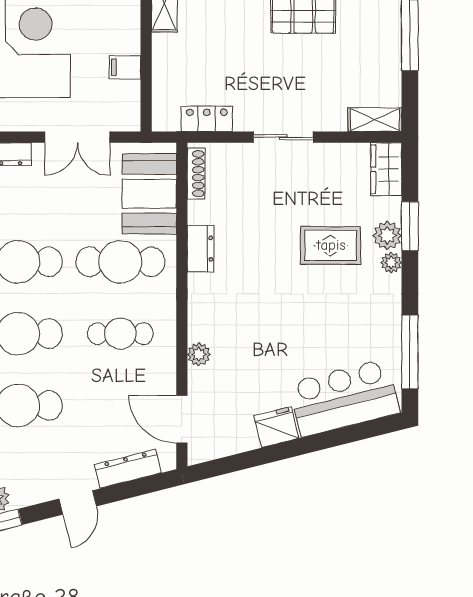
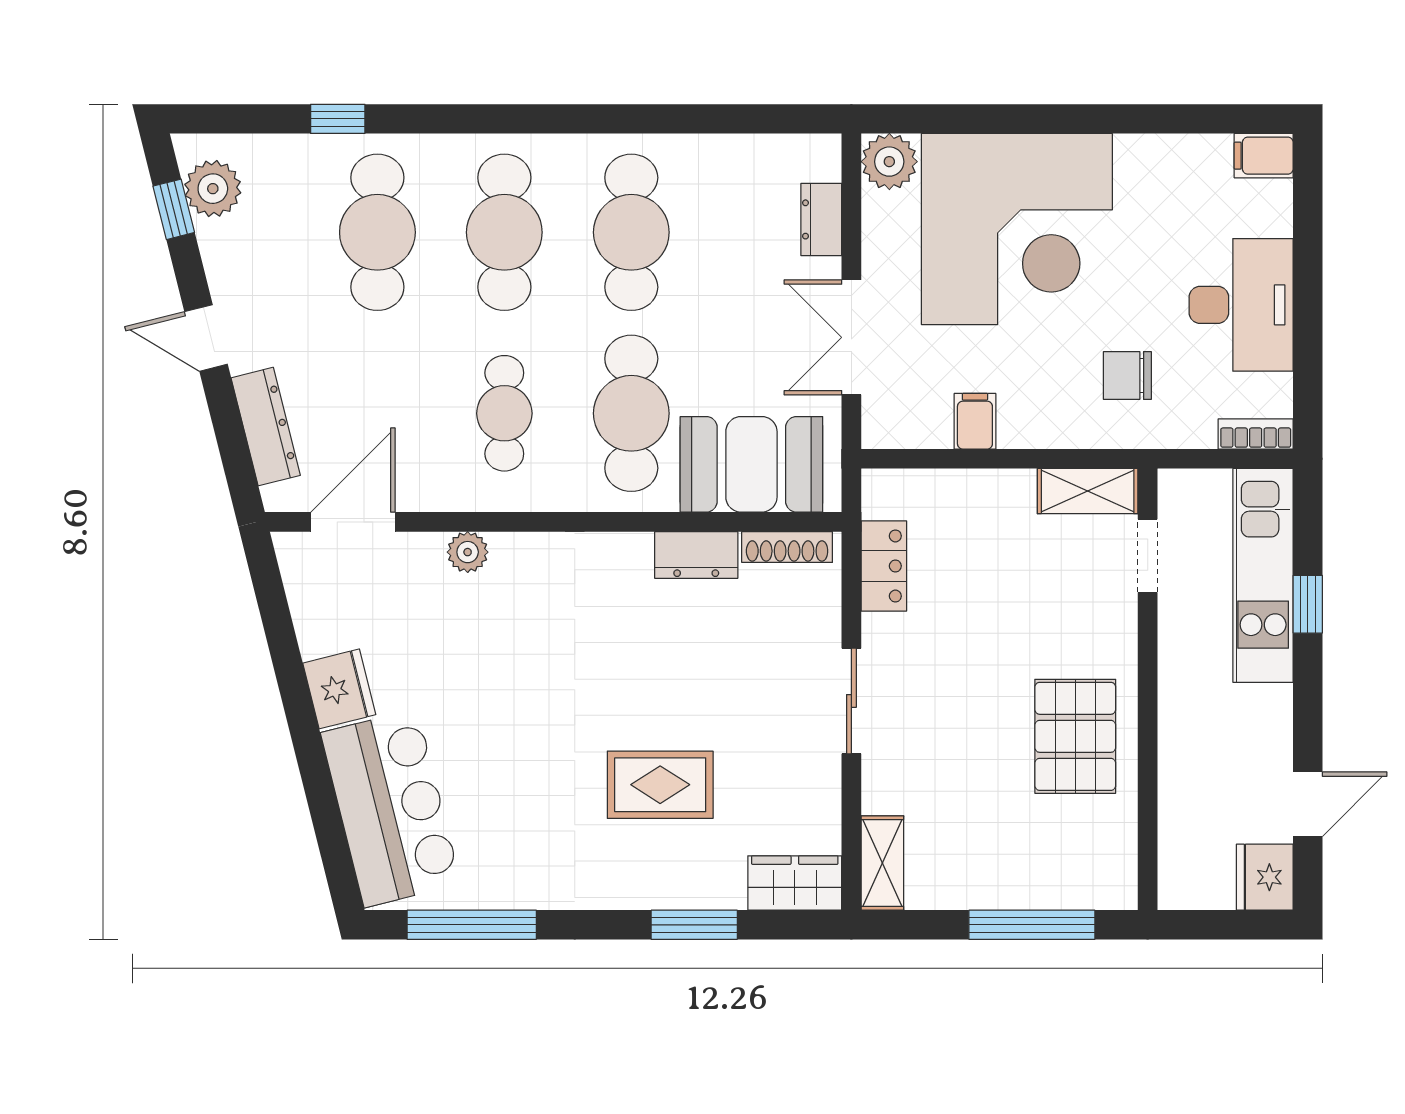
plant: (387, 235) -> (678, 885), removed
rug: (331, 245) -> (660, 785), turned 90
dresser: (201, 249) -> (696, 555), moved
plant: (391, 262) -> (630, 892), removed

